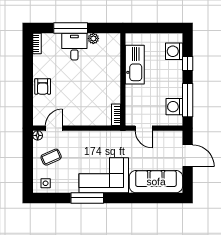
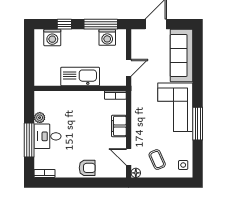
kitchen sink: (135, 65) -> (80, 76), moved
filing cabinet: (85, 118) -> (119, 126), added

